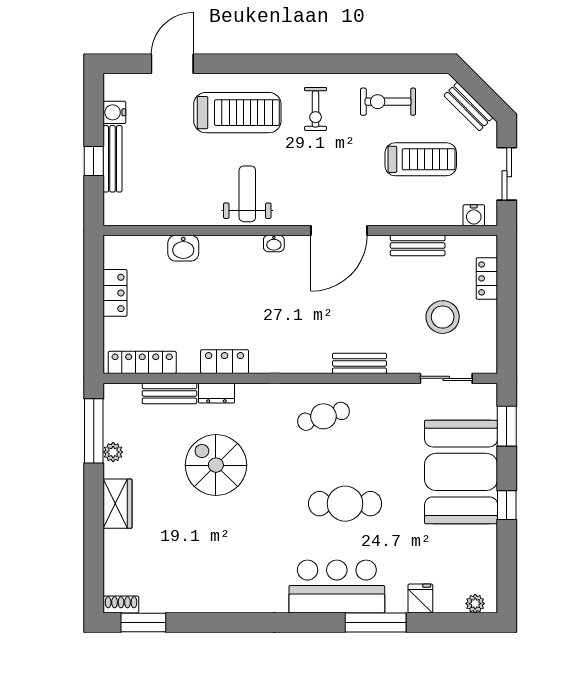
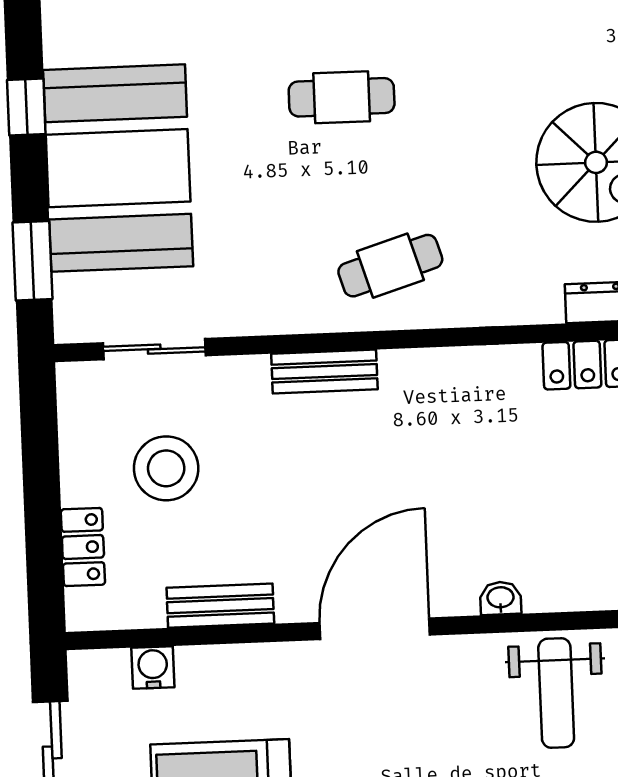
water cooler: (474, 215) -> (153, 667), moved
cafe table: (345, 504) -> (342, 97), width x0.73, depth x0.74

